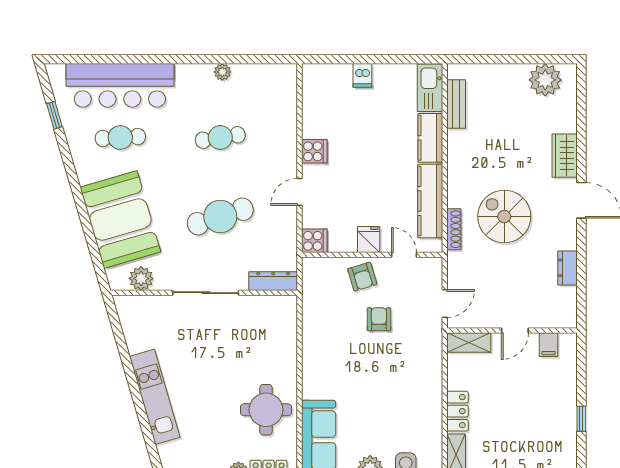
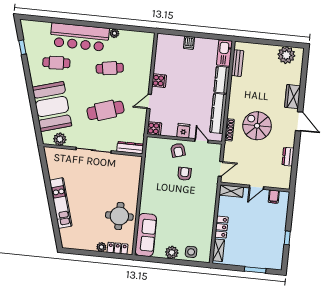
bar counter: (120, 85) -> (80, 37), moved

